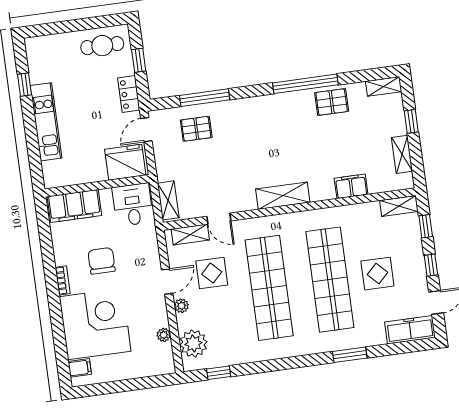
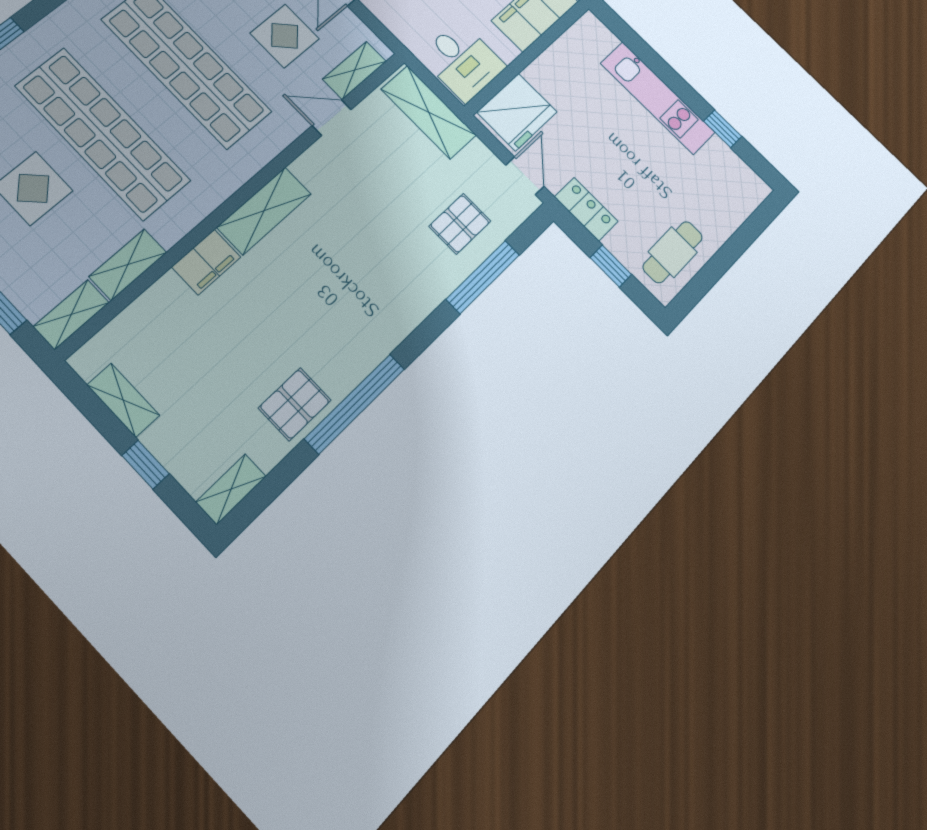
filing cabinet: (351, 186) -> (206, 262), moved
shelving: (168, 200) -> (429, 112), width x1.50, depth x1.33
shelving: (360, 212) -> (128, 264), added

